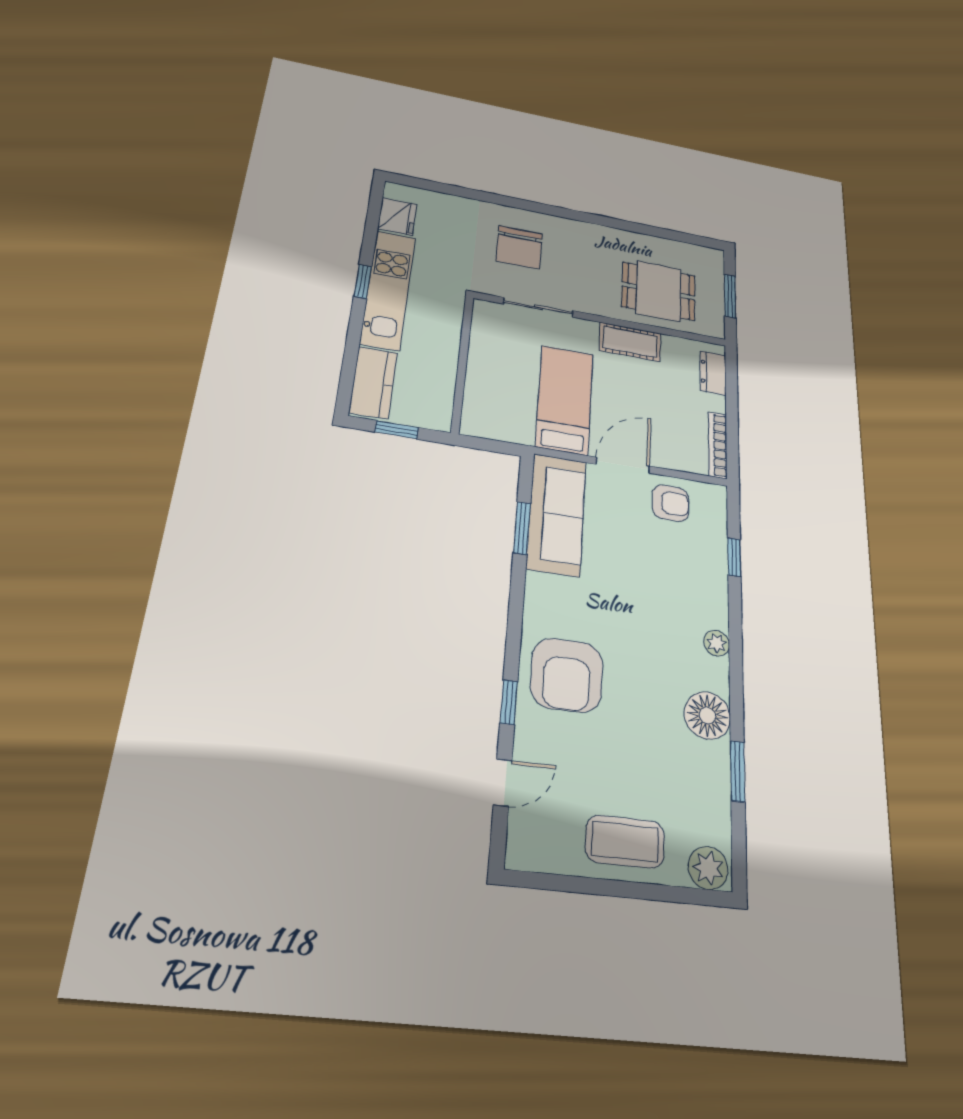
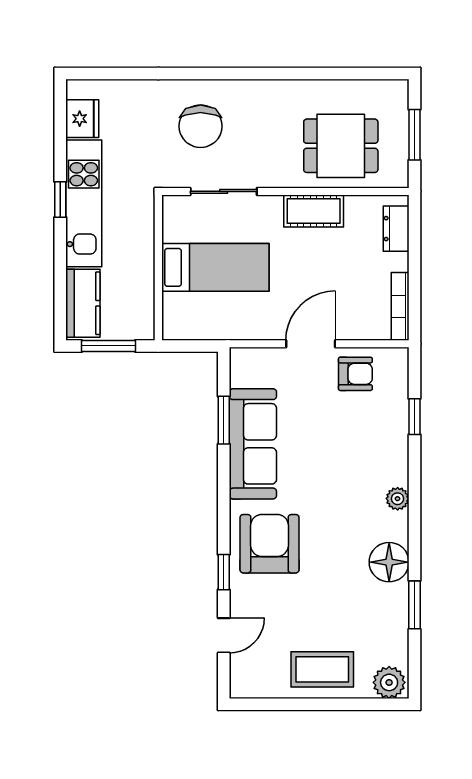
bed: (565, 400) -> (215, 267), moved, turned 90
window: (397, 430) -> (108, 346), width x1.50
sofa: (556, 514) -> (253, 444), moved
armchair: (567, 675) -> (270, 544), turned 180

